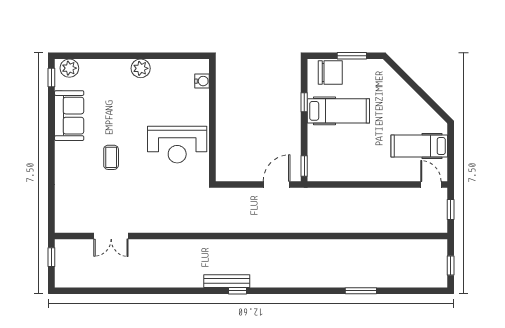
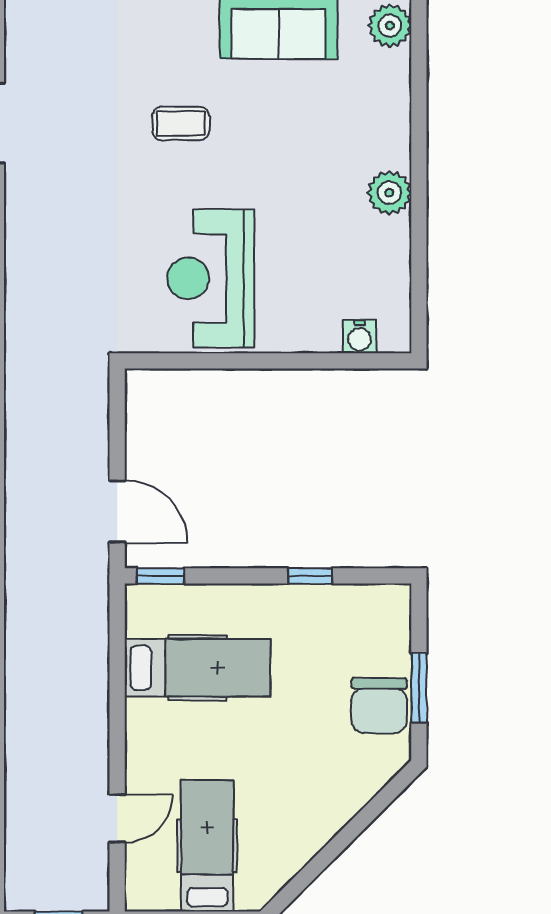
chair: (330, 73) -> (379, 706), moved
hospital bed: (338, 111) -> (197, 668), moved, turned -90
door: (431, 184) -> (117, 818), moved

